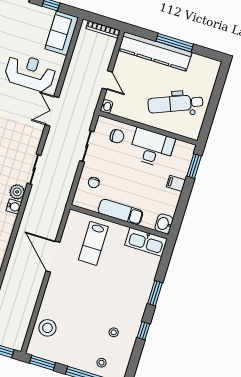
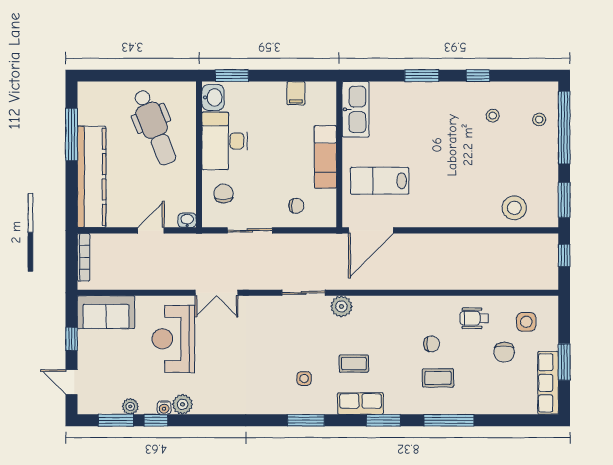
window: (175, 43) -> (72, 134), moved
filing cabinet: (176, 183) -> (296, 93), moved
water cooler: (14, 207) -> (363, 305), removed
washbasin: (164, 224) -> (213, 97), moved, turned -90
lab bench: (93, 243) -> (380, 181), turned 180
door: (53, 257) -> (371, 230), moved

